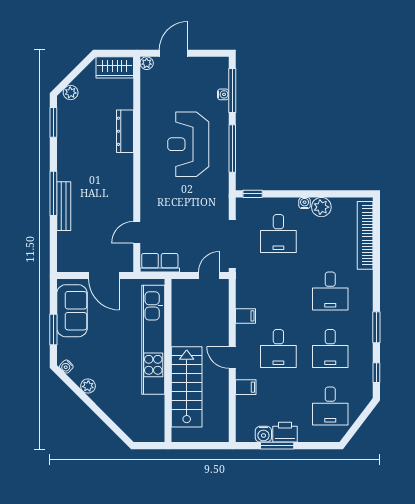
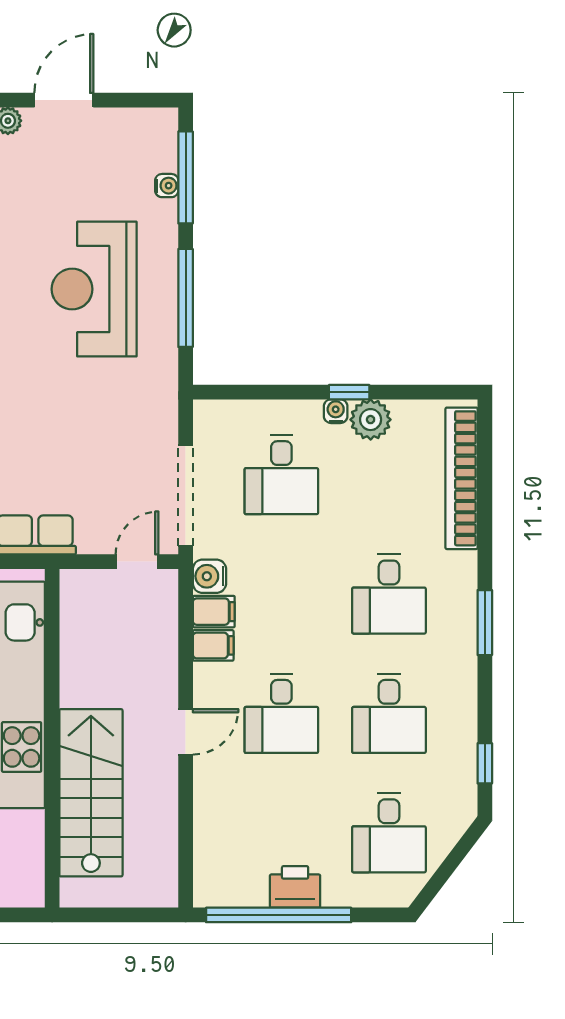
window: (253, 194) -> (349, 392), moved
window: (376, 327) -> (485, 623), moved
door: (232, 357) -> (186, 732), swing flipped
filing cabinet: (246, 387) -> (214, 612), moved
water cooler: (263, 434) -> (209, 576), moved, turned 90
window: (277, 446) -> (279, 915), width x2.11

